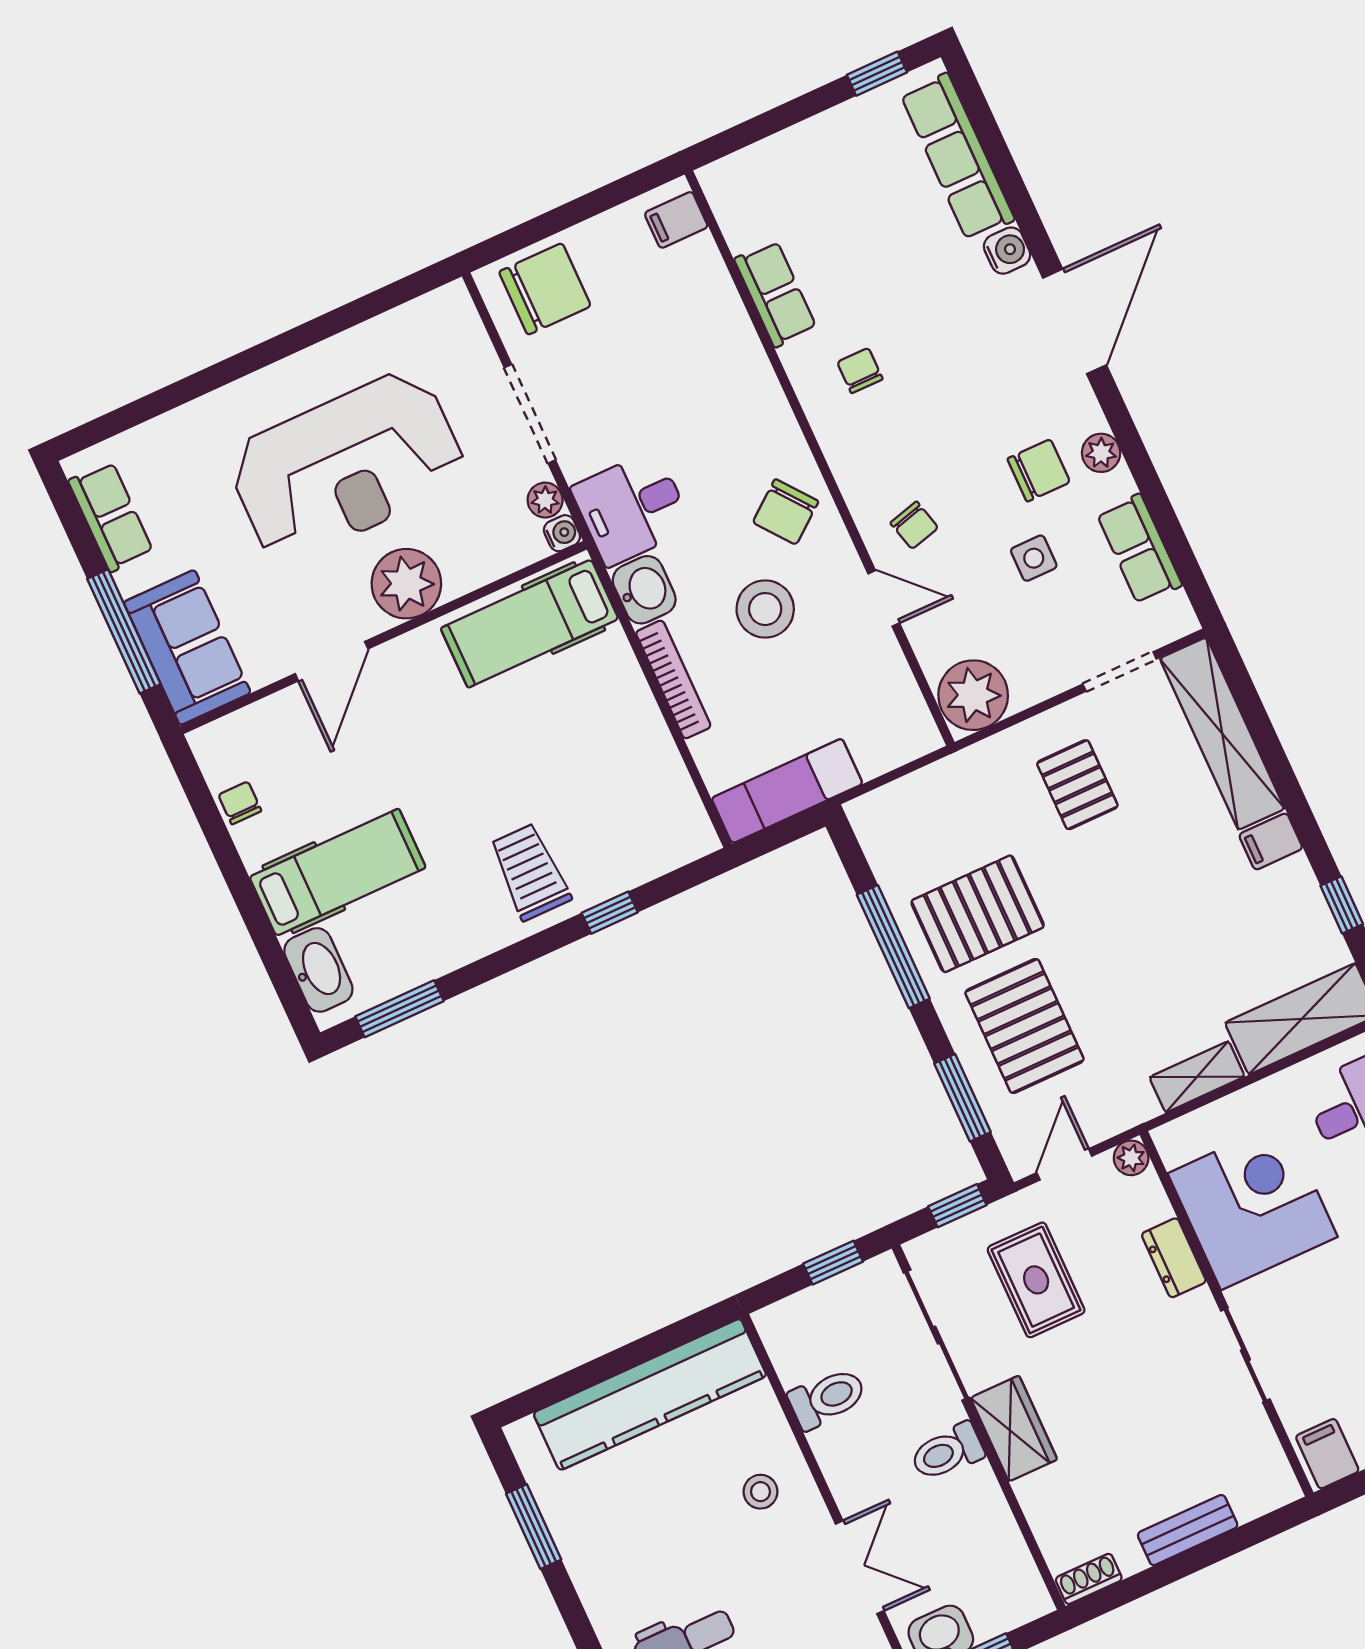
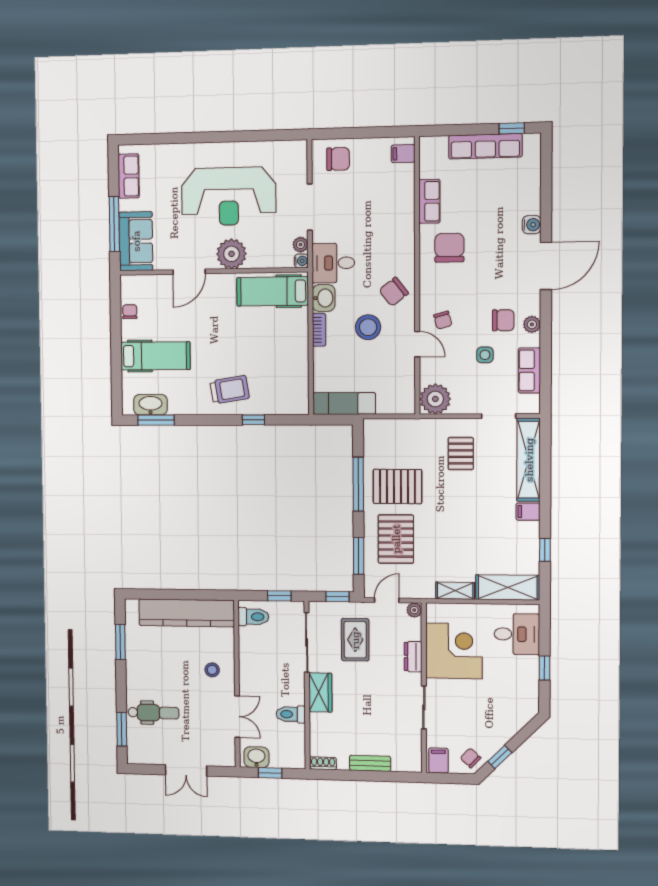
row of seats: (958, 157) -> (485, 146), moved, turned -90
chair: (545, 289) -> (338, 159), width x0.73, depth x0.73
chair: (860, 371) -> (449, 248), width x1.87, depth x1.87
bookcase: (673, 679) -> (319, 330), width x0.64
trolley: (530, 872) -> (230, 390), turned 81
washbasin: (318, 970) -> (150, 405), moved, turned -90
toilet: (827, 1398) -> (253, 617), moved
toilet: (947, 1452) -> (291, 714), moved

